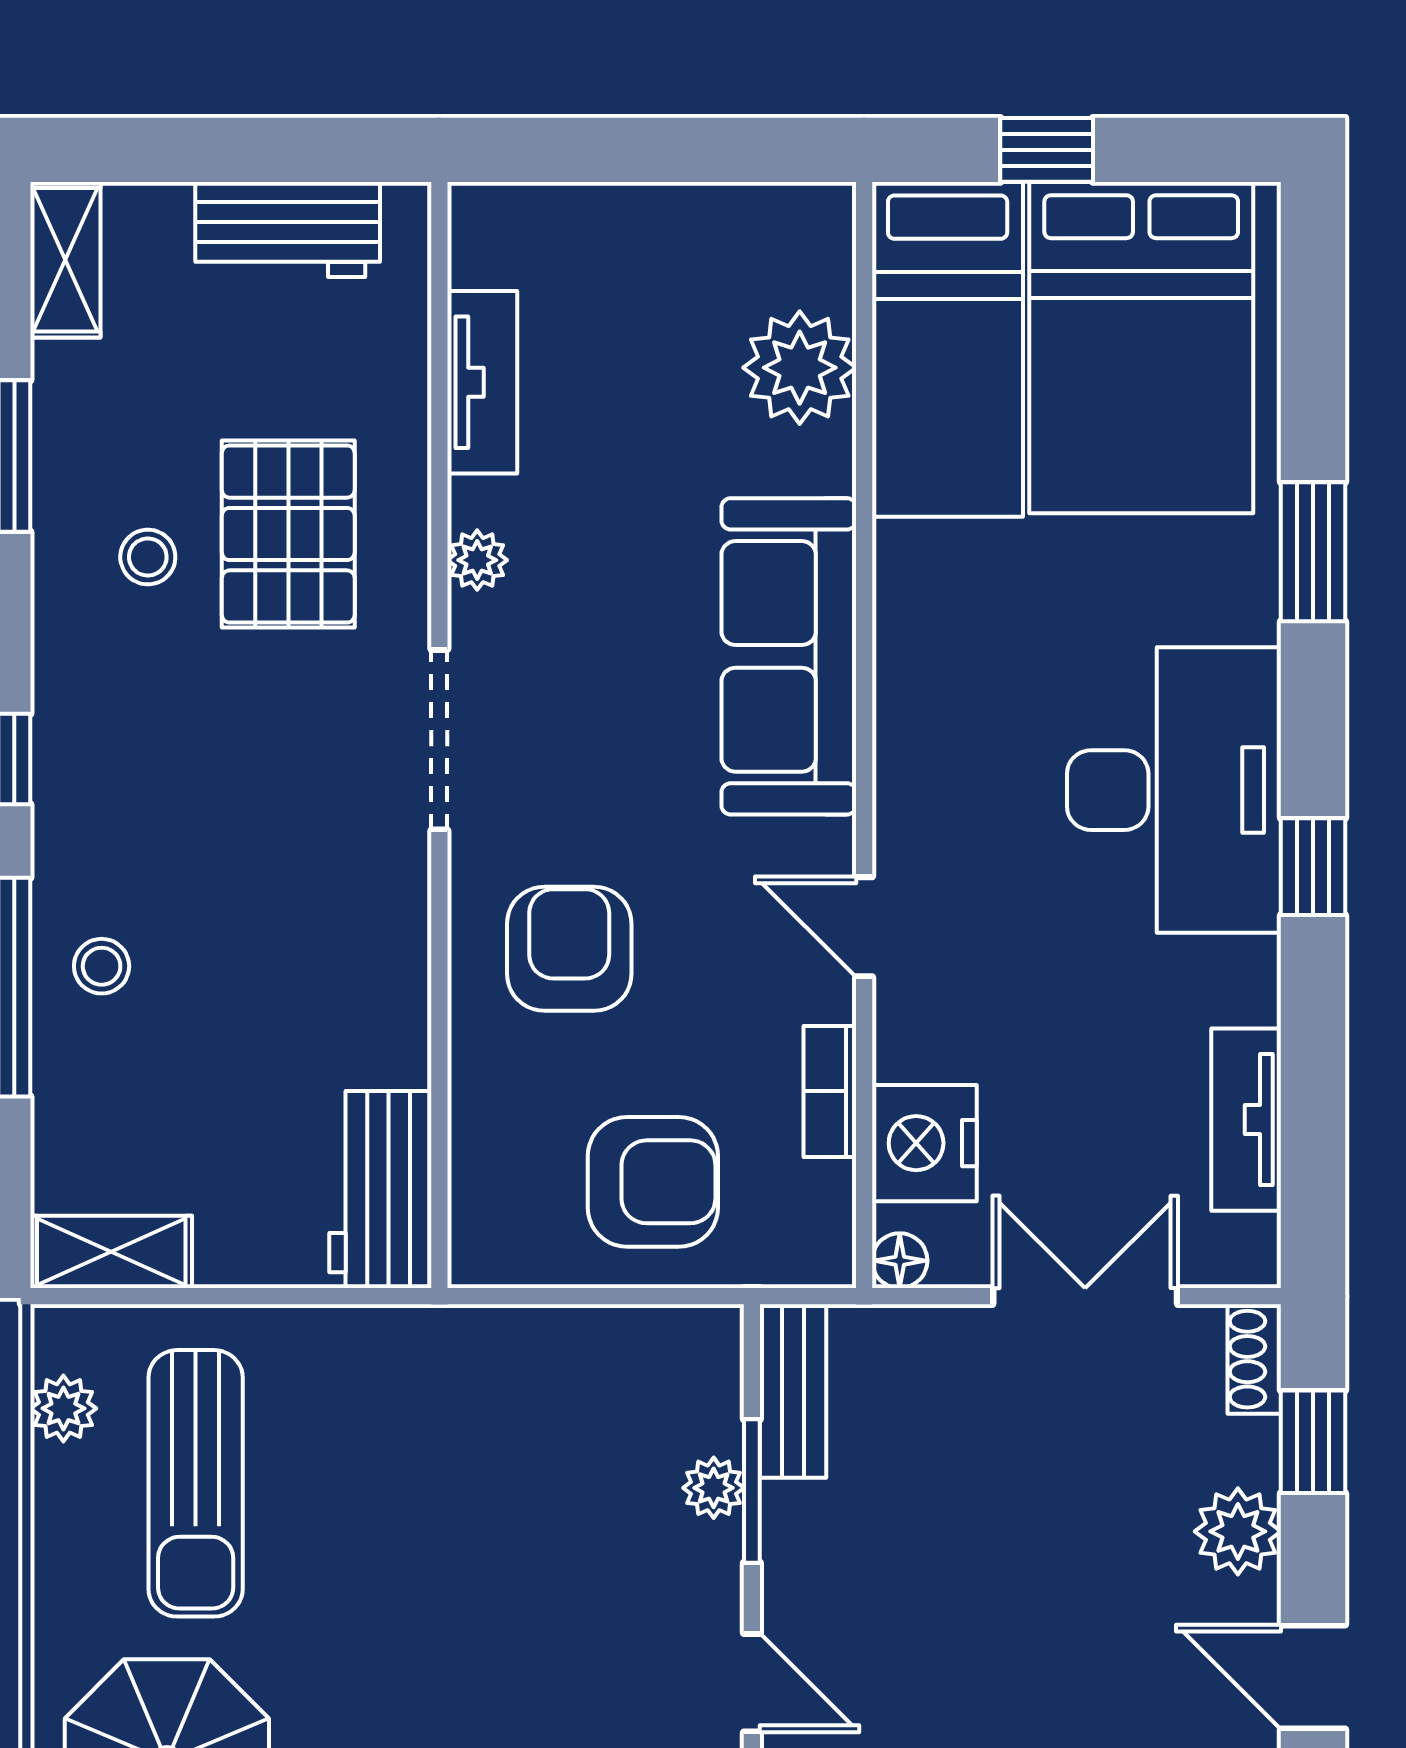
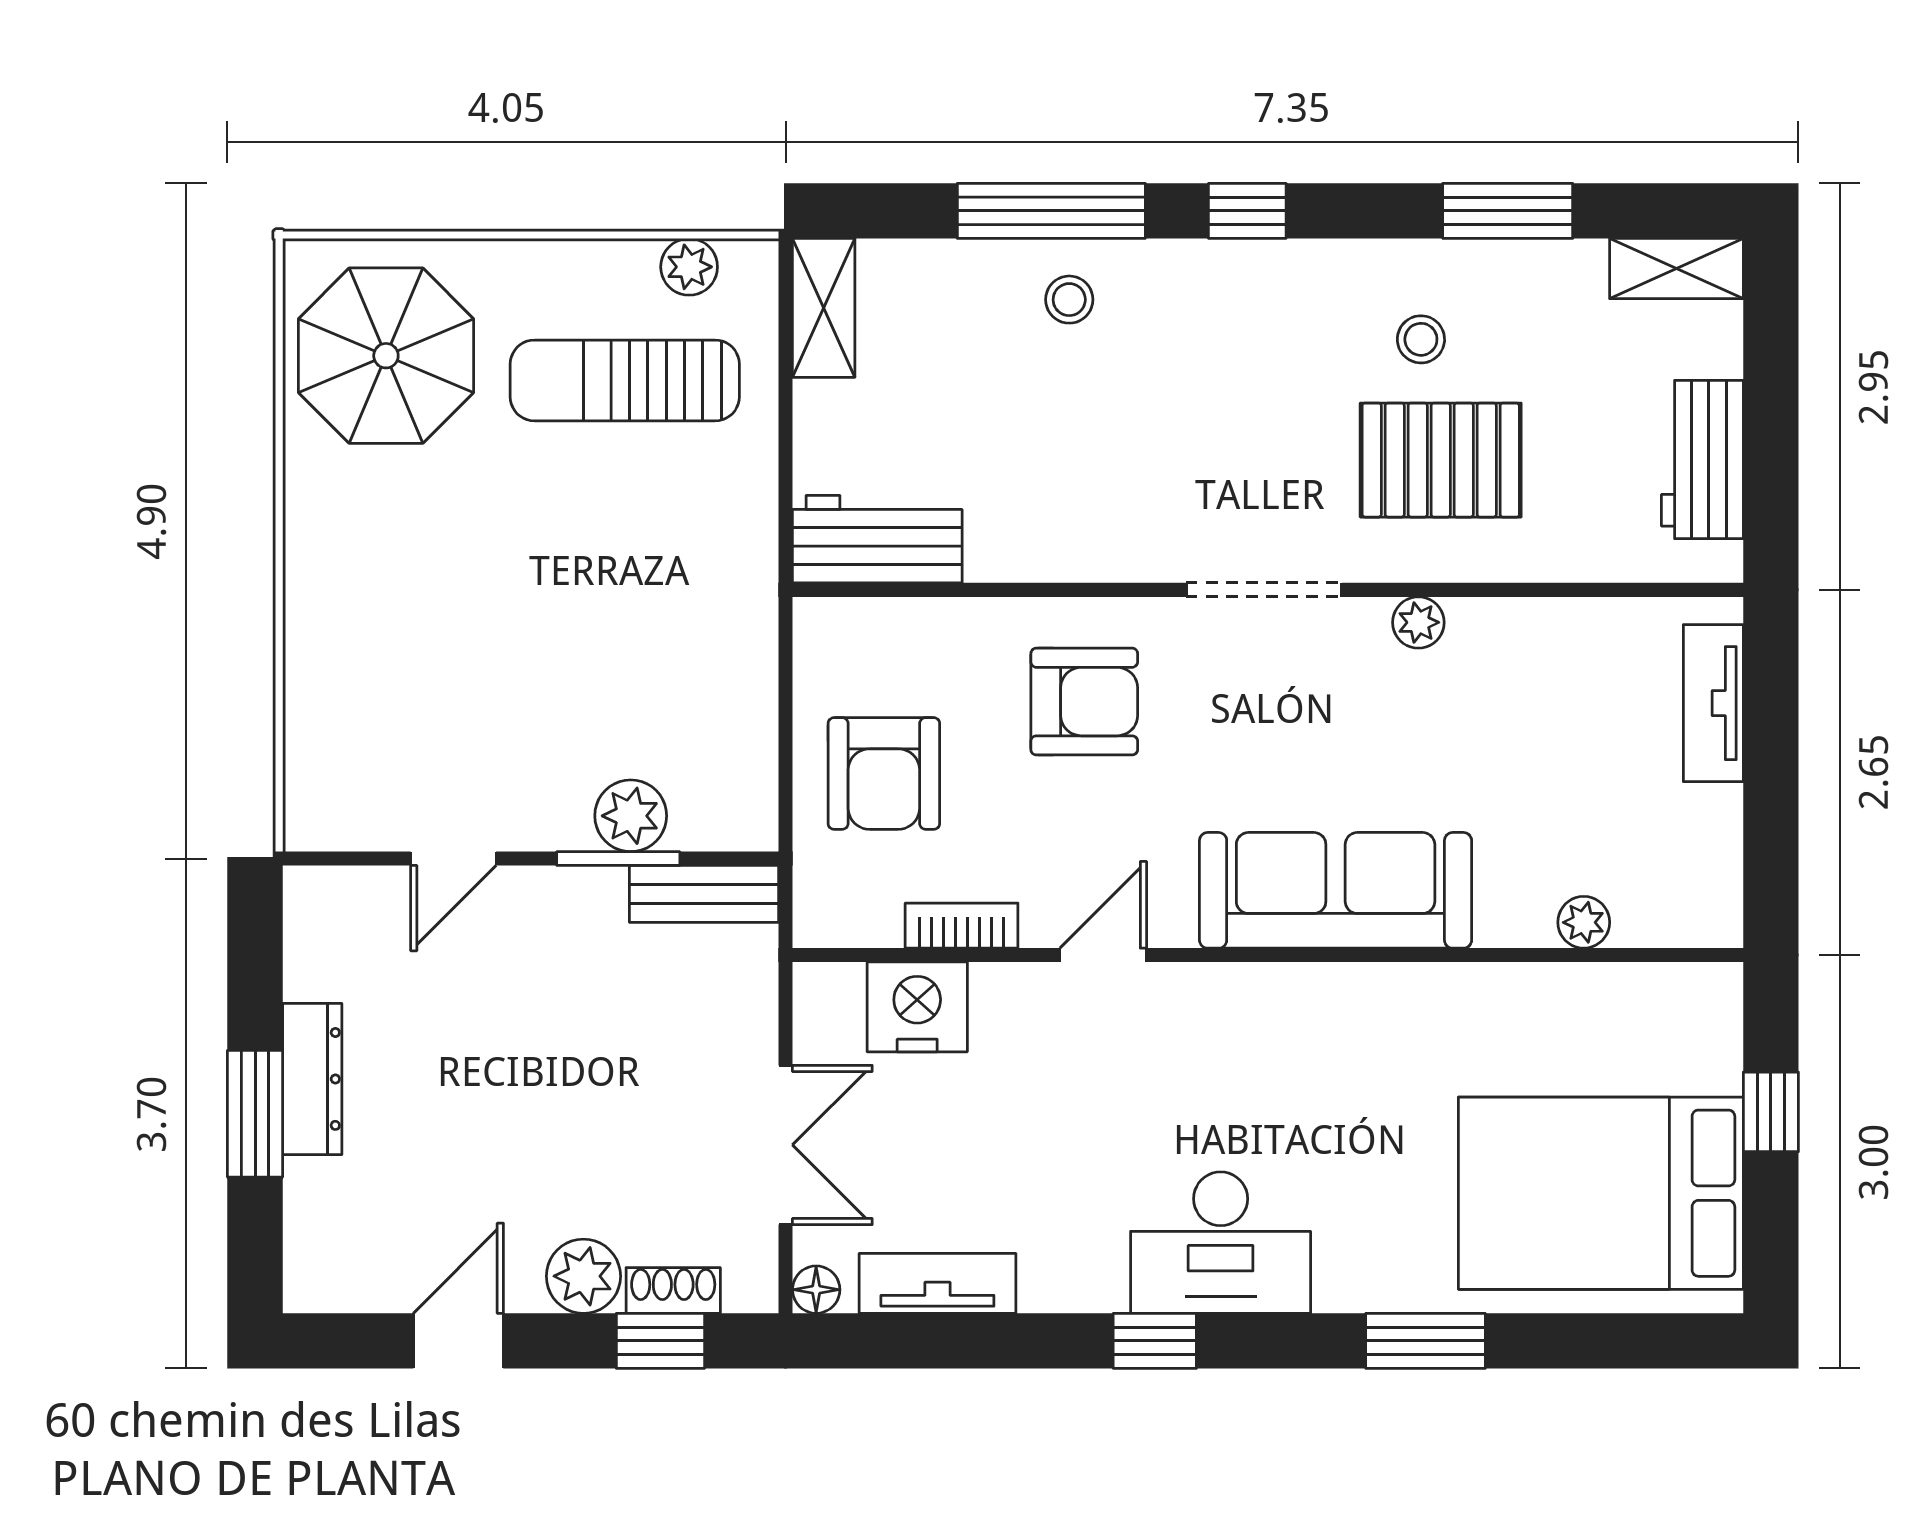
bed: (948, 349) -> (1599, 1027), removed
plant: (800, 368) -> (1584, 922), width x0.53, depth x0.53
tv unit: (482, 382) -> (1713, 703), moved, turned 90
desk: (1174, 790) -> (1221, 1243), width x0.73, depth x0.77
floor lamp: (900, 1261) -> (816, 1290), moved
shoe rack: (1254, 1359) -> (673, 1290), moved
plant: (714, 1488) -> (631, 816), width x1.38, depth x1.38

